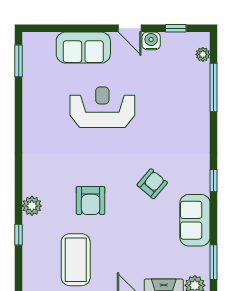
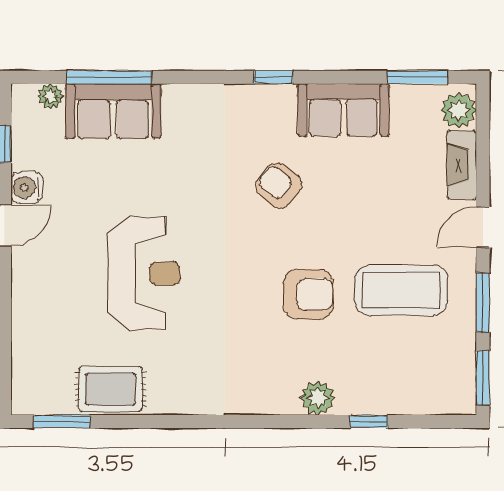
sofa: (83, 48) -> (113, 111), moved, turned 90
rug: (37, 88) -> (111, 389), added
reception desk: (102, 107) -> (144, 274), turned 180
coffee table: (76, 260) -> (401, 290), moved

